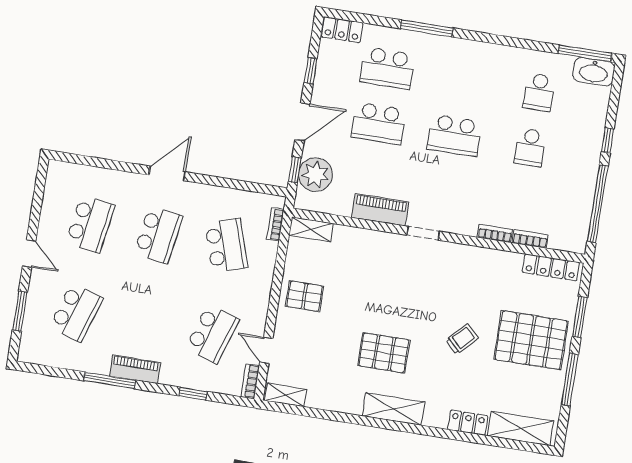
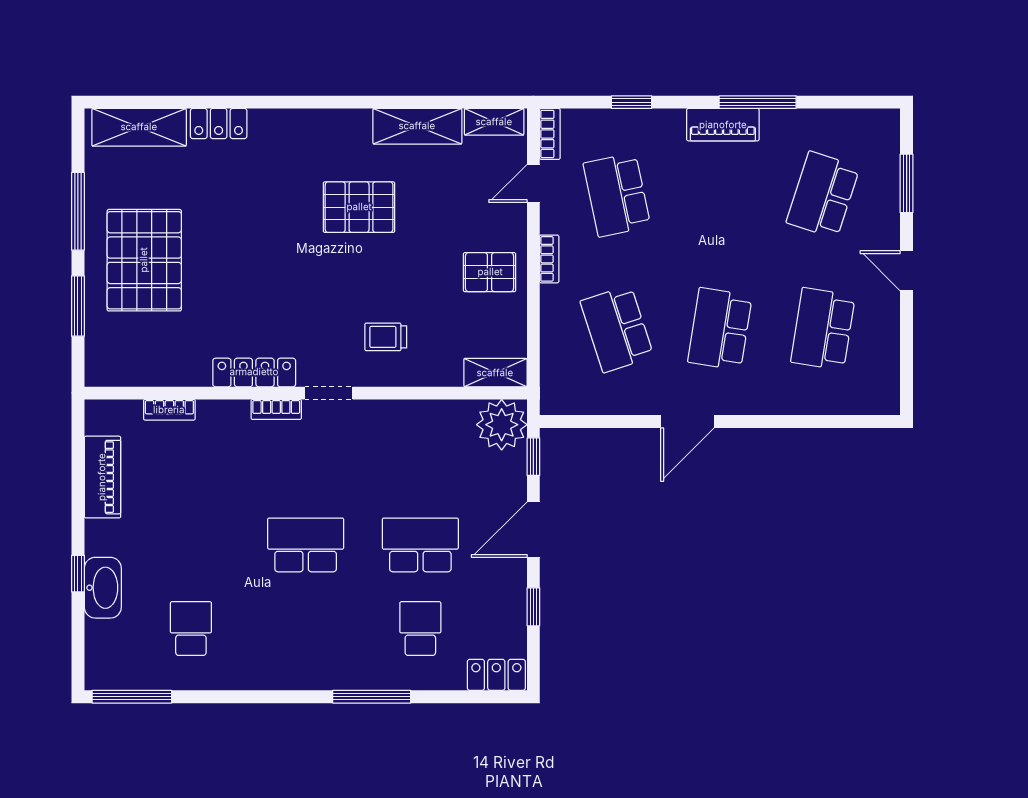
school desk: (387, 68) -> (420, 629), width x0.54
washbasin: (594, 72) -> (103, 588), moved, turned 90
school desk: (530, 147) -> (191, 545), removed
door: (167, 173) -> (687, 422), moved
plant: (315, 175) -> (502, 425), moved
window: (598, 204) -> (78, 477), removed
piano: (380, 210) -> (102, 477), moved, turned -90
bookcase: (275, 224) -> (549, 259), moved
bookcase: (495, 234) -> (276, 409), moved
locker: (551, 267) -> (254, 372), moved
school desk: (212, 334) -> (617, 195), turned -30
trolley: (462, 339) -> (386, 337), moved, turned 46
pallet: (531, 340) -> (144, 260), turned 90
door: (266, 350) -> (533, 183), swing flipped
shelving: (393, 409) -> (417, 126), moved

